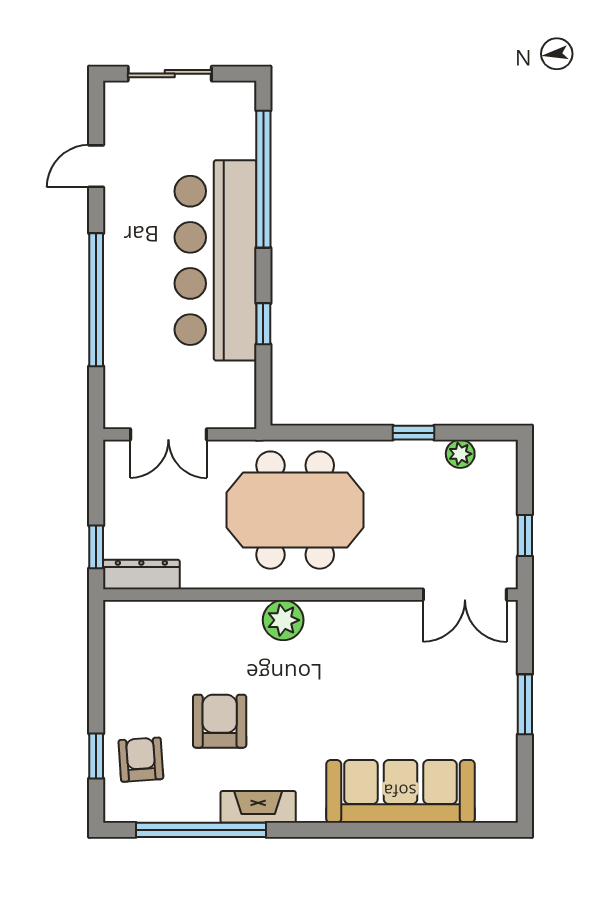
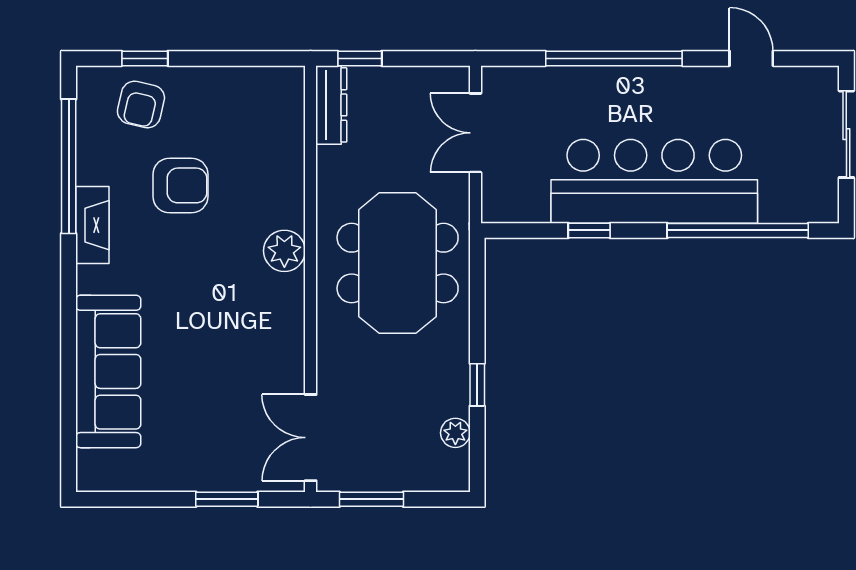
window: (525, 535) -> (371, 499), width x1.50
window: (525, 704) -> (227, 499), moved
armchair: (141, 760) -> (141, 104), turned 107

